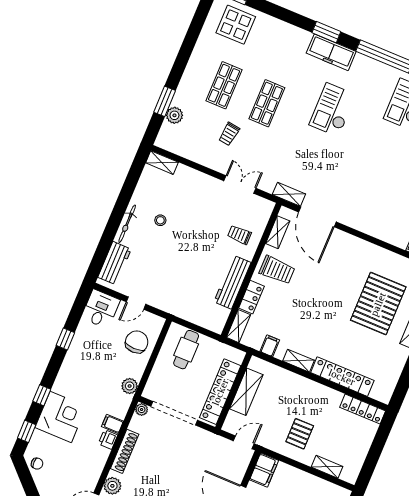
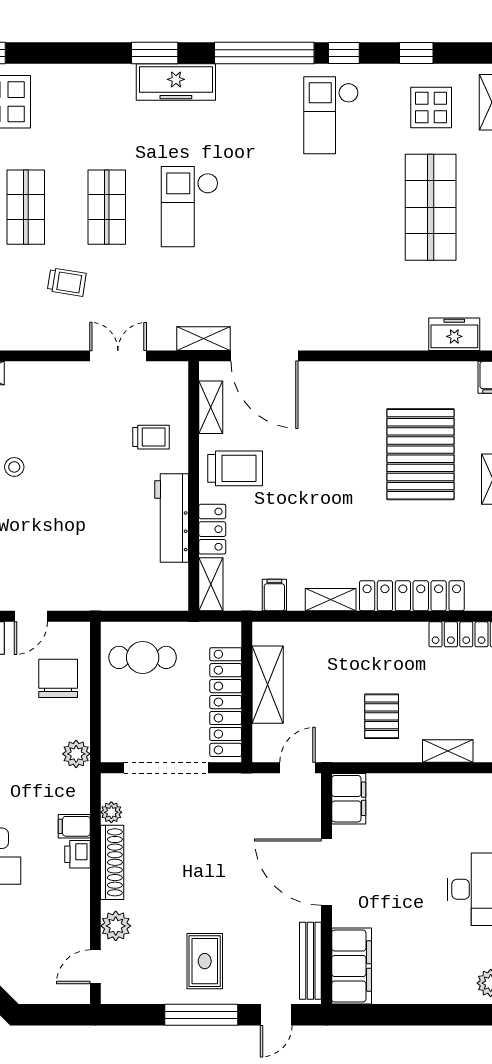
checkout: (333, 110) -> (190, 207), moved
trolley: (229, 134) -> (67, 282), turned -89
trolley: (239, 235) -> (151, 437), turned 180
cafe table: (186, 350) -> (143, 657), turned 90
plant: (142, 410) -> (111, 812), moved

